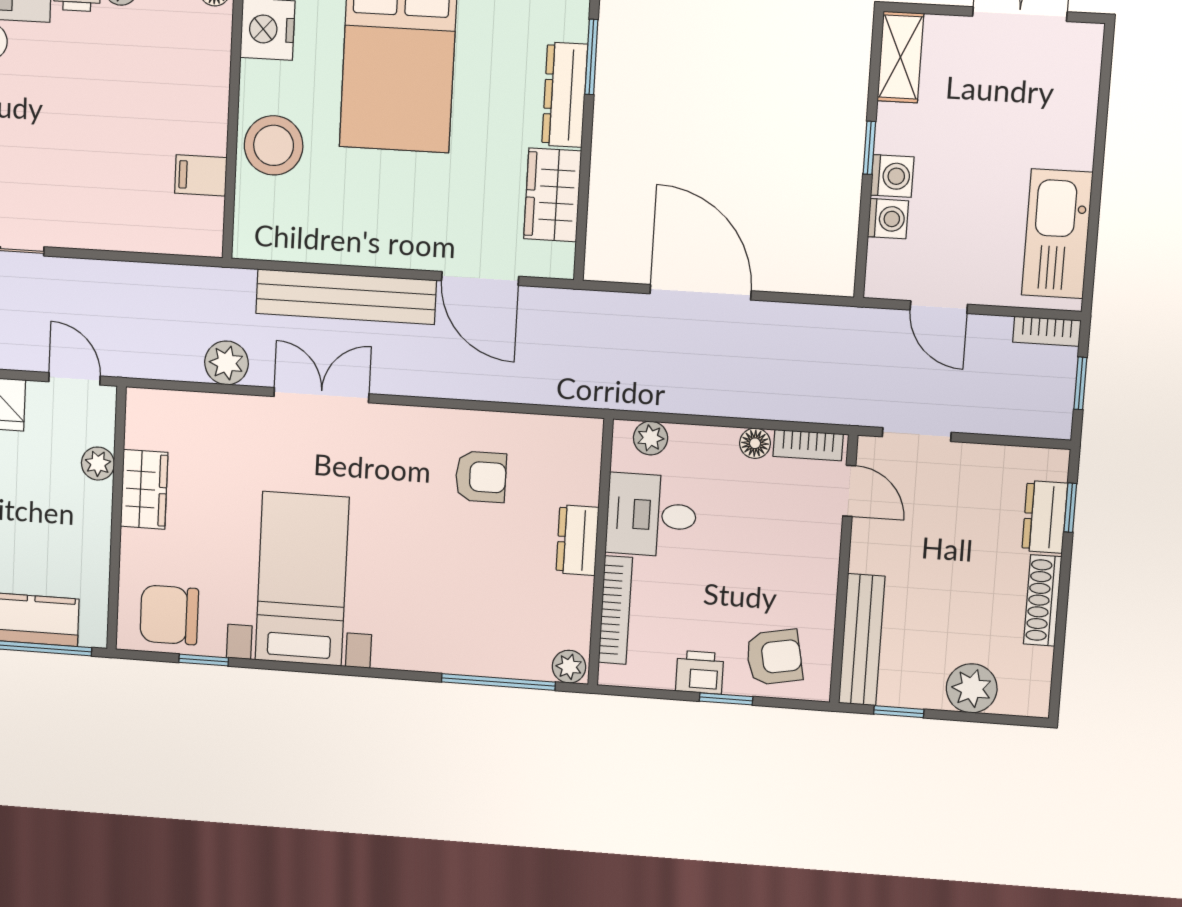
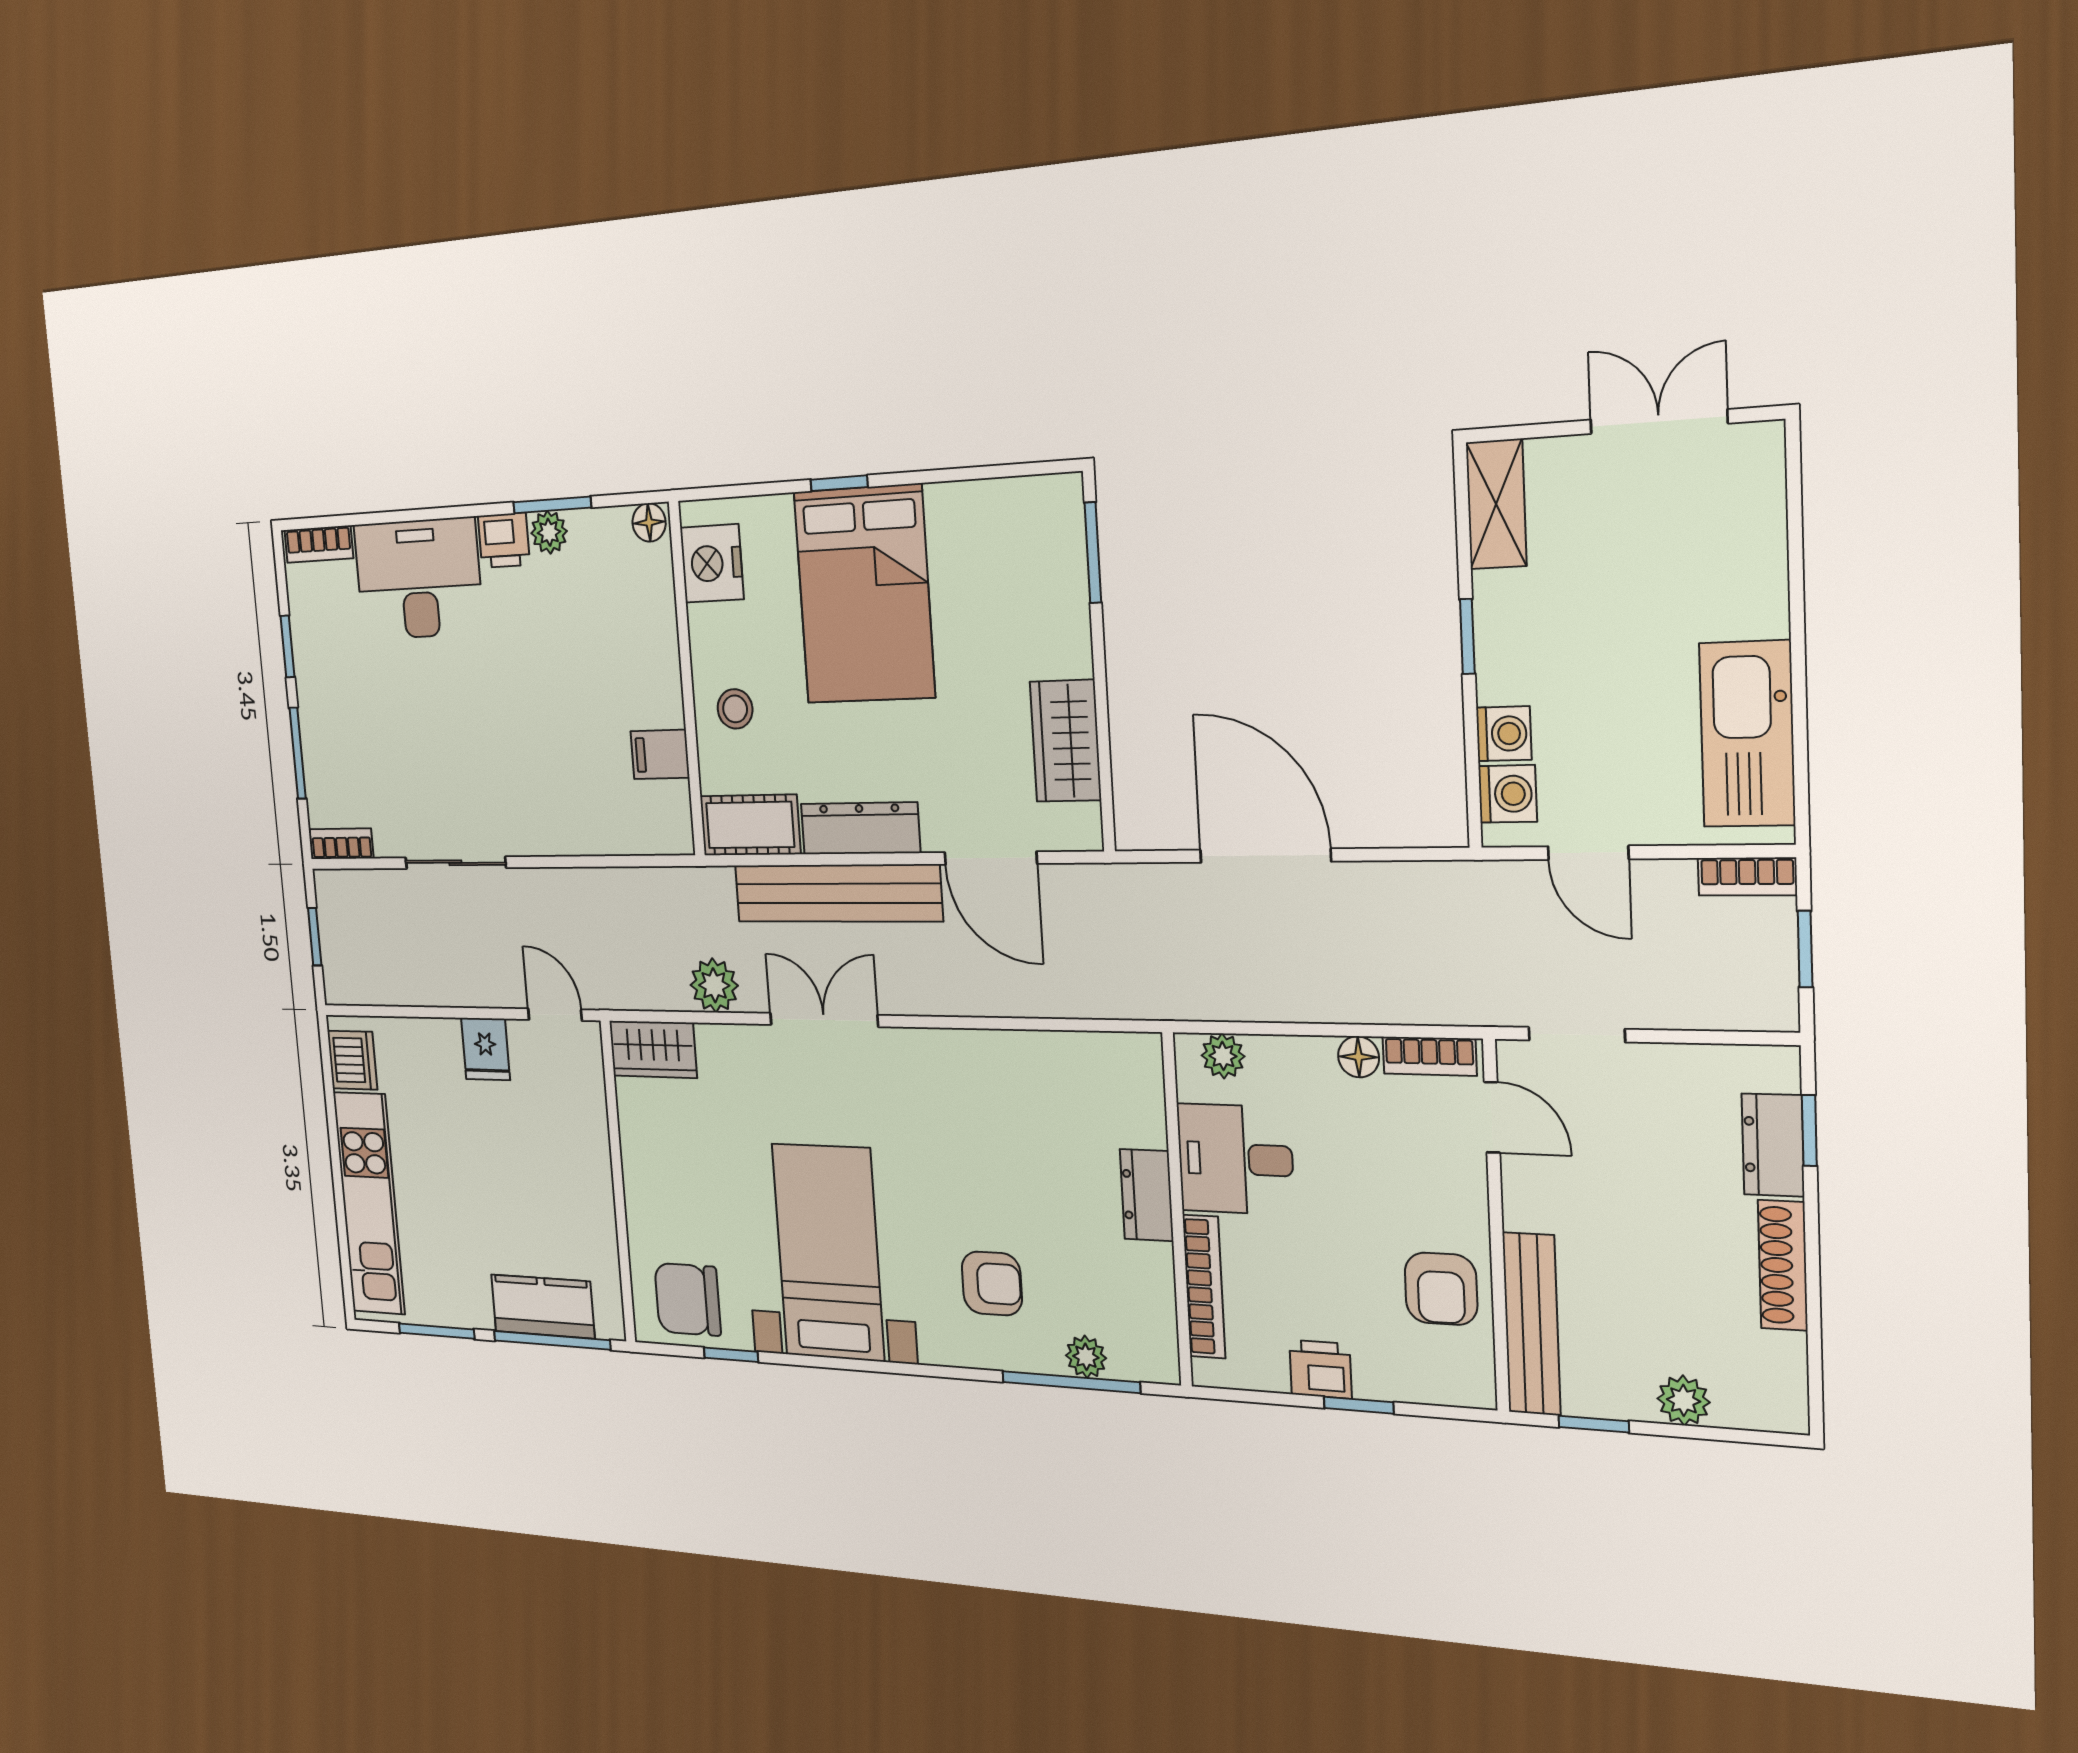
dresser: (565, 95) -> (860, 828), moved, turned 90
stool: (274, 145) -> (735, 709), width x0.53, depth x0.53
washing machine: (892, 176) -> (1508, 794), moved
cot: (275, 238) -> (750, 825), added
plant: (98, 464) -> (591, 1116), removed
armchair: (481, 477) -> (992, 1283), moved
wardrobe: (144, 489) -> (653, 1049), moved, turned 90
armchair: (774, 657) -> (1441, 1289), moved, turned 101
plant: (569, 667) -> (1086, 1357), moved
plant: (972, 688) -> (1684, 1400), width x0.73, depth x0.73

